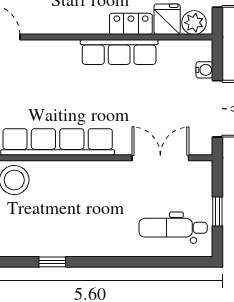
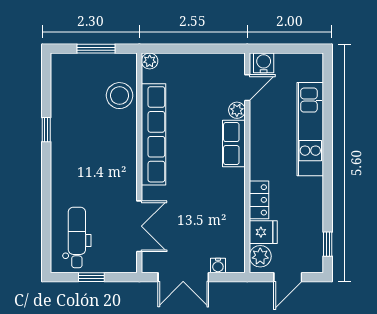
plant: (31, 49) -> (237, 110), added
row of seats: (119, 52) -> (234, 144), moved, width x0.68

